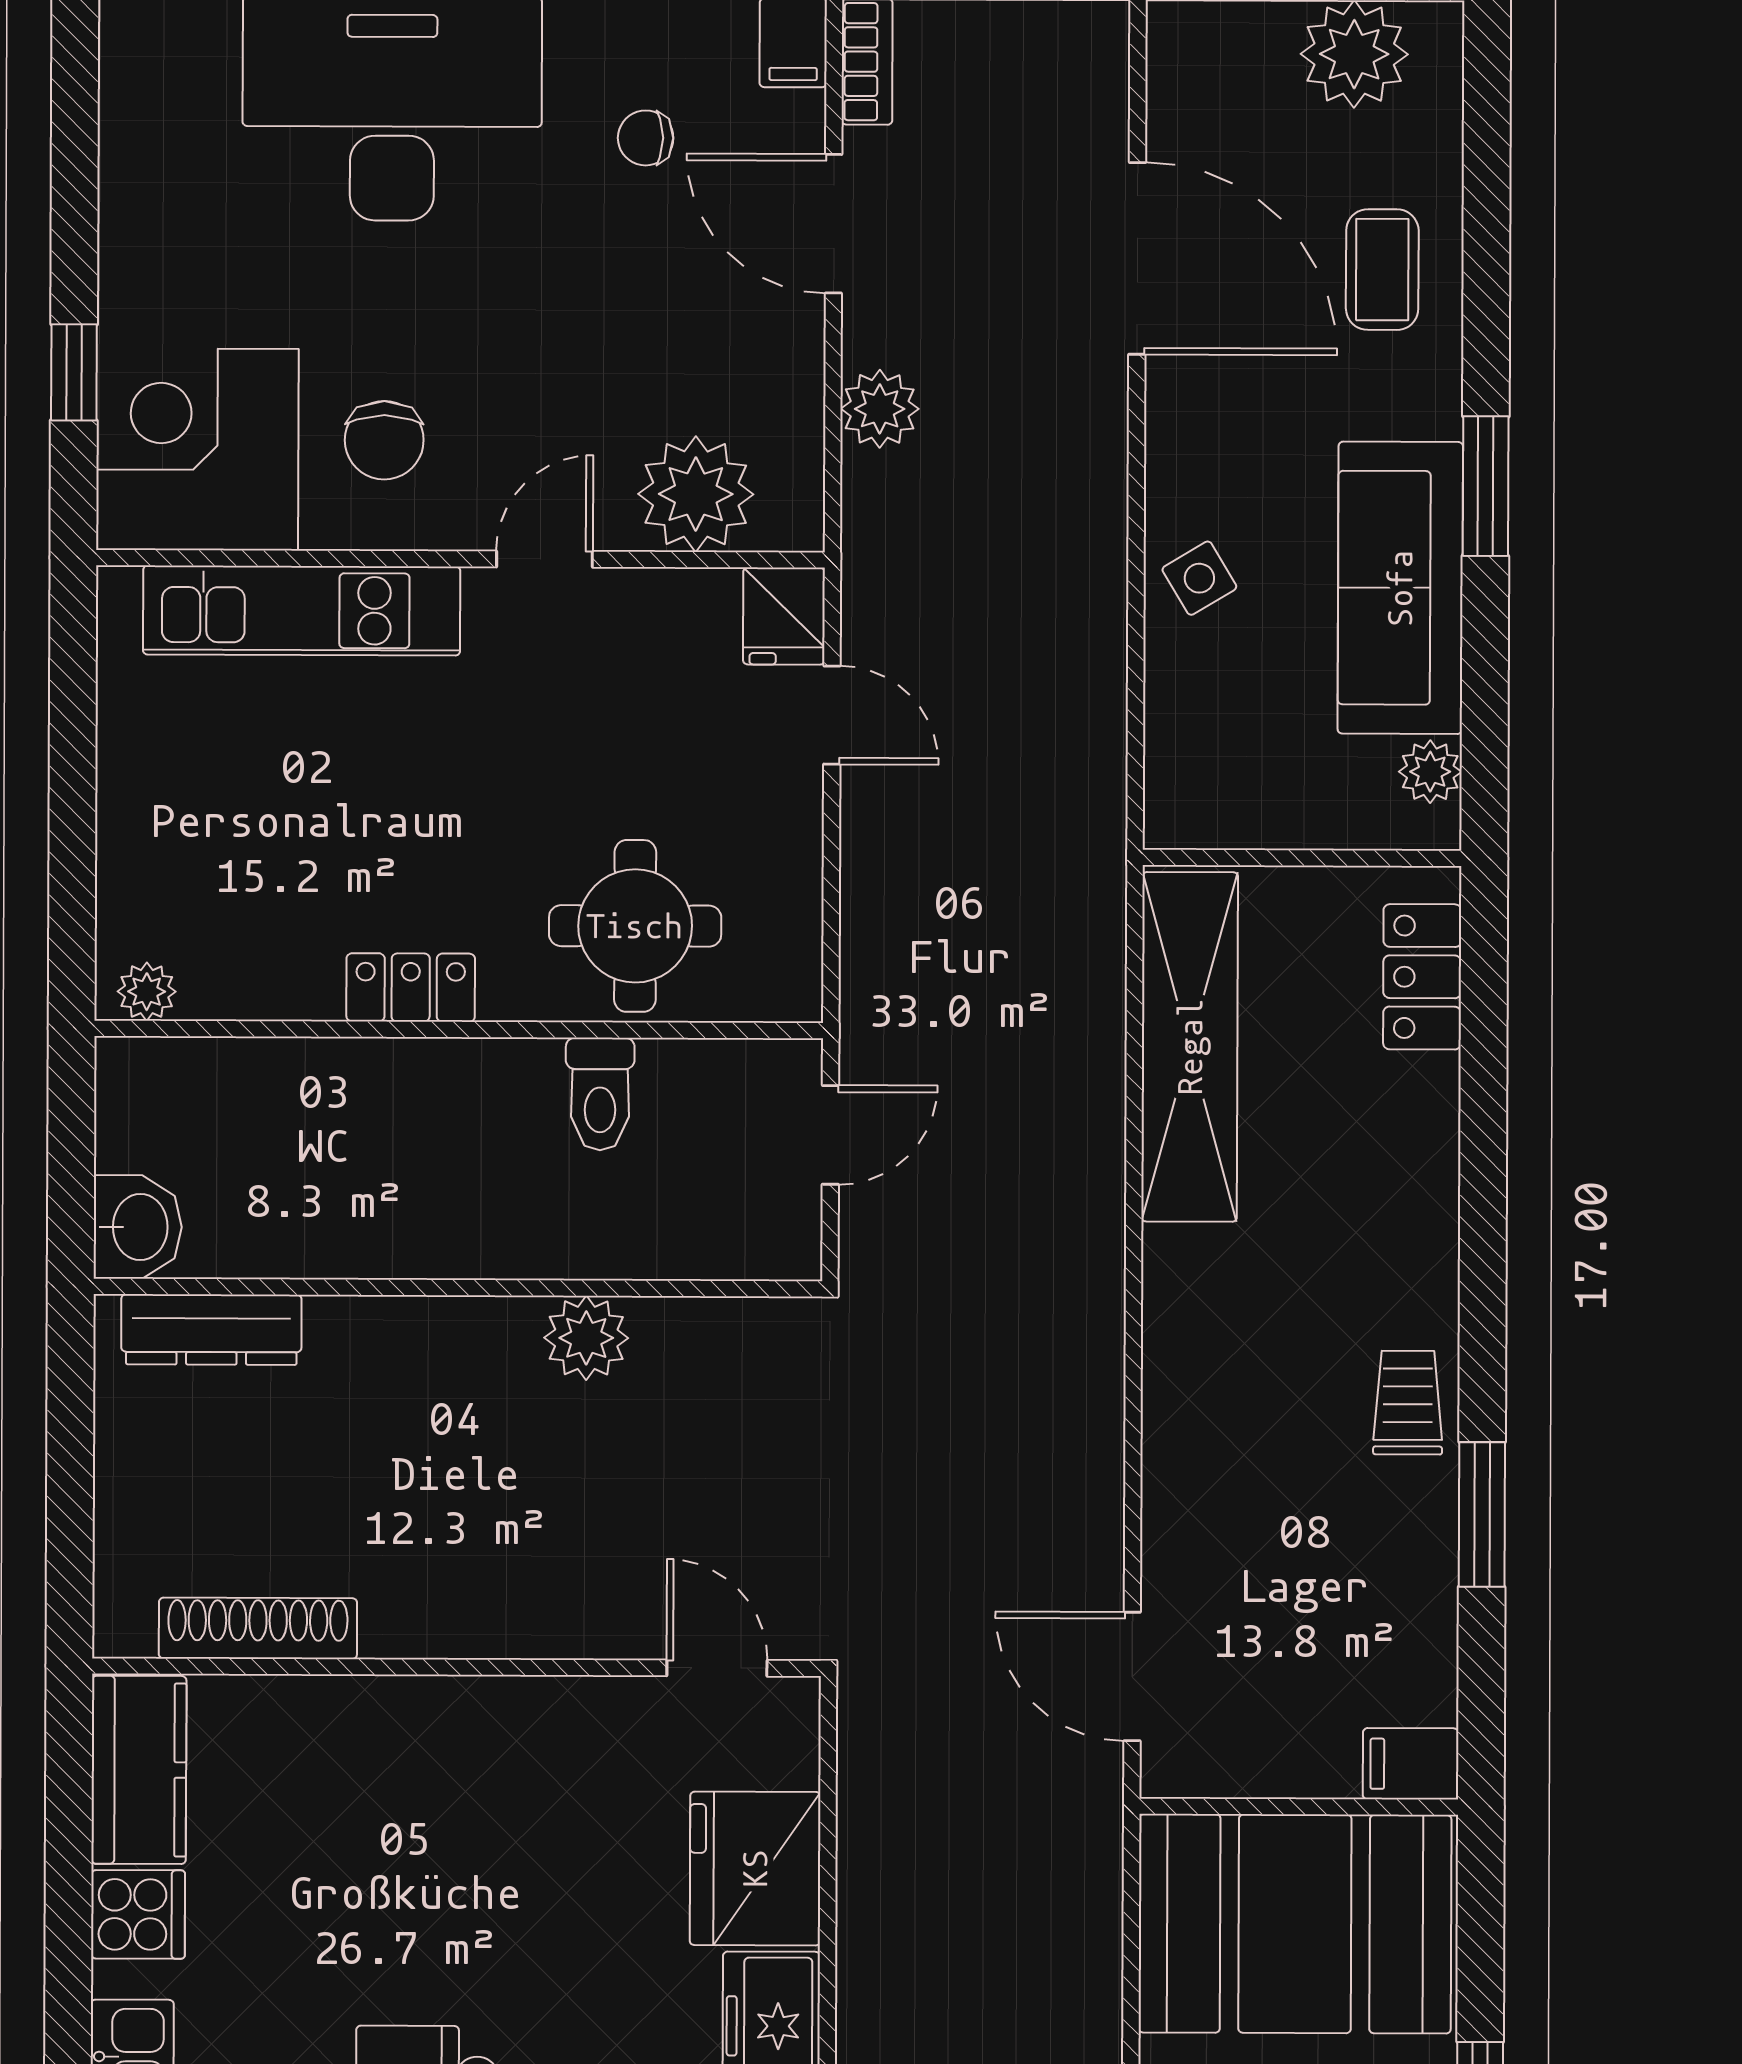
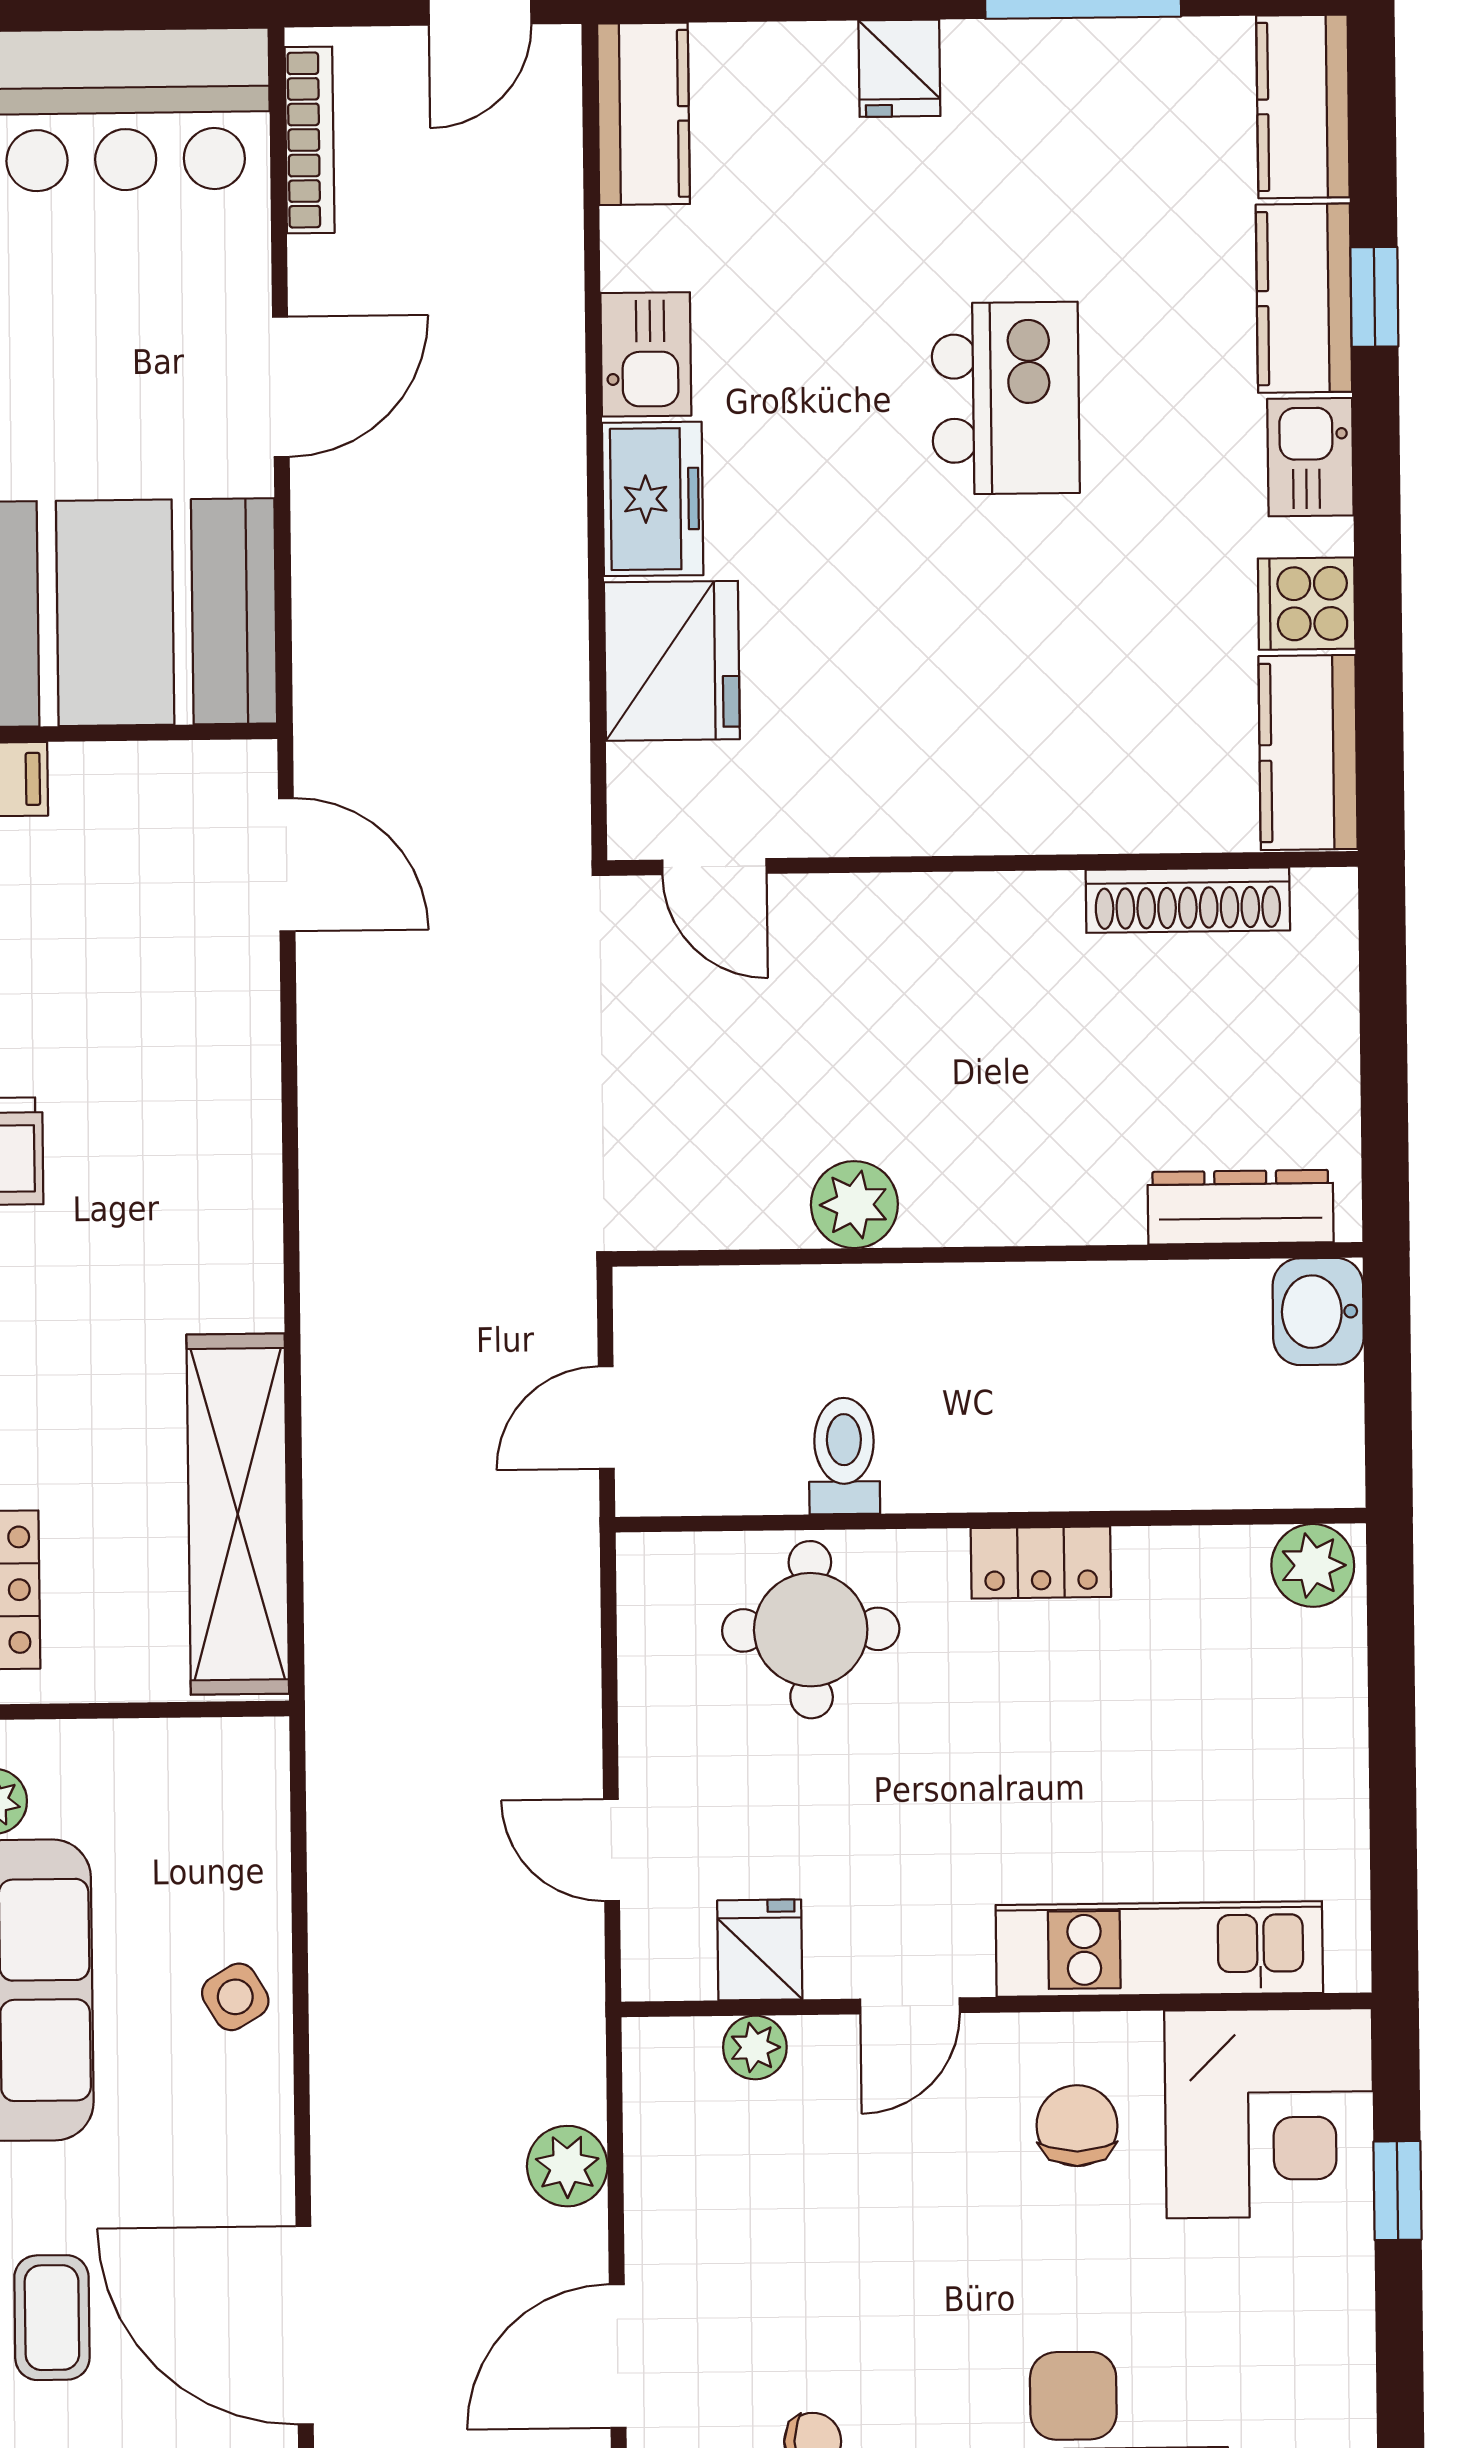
door: (834, 224) -> (618, 2356), swing flipped
plant: (696, 494) -> (755, 2047), width x0.53, depth x0.53
fridge: (784, 616) -> (760, 1950), moved
plant: (147, 992) -> (1313, 1565), width x1.38, depth x1.38

